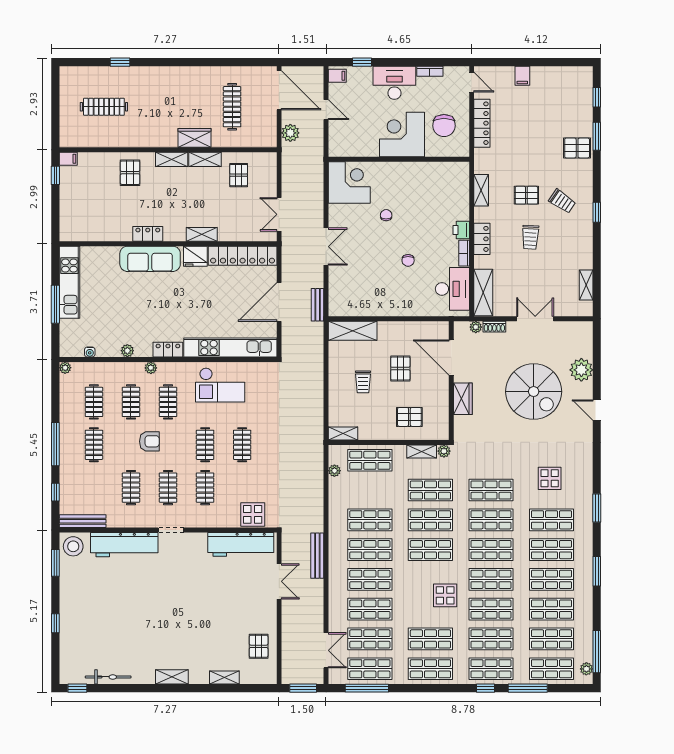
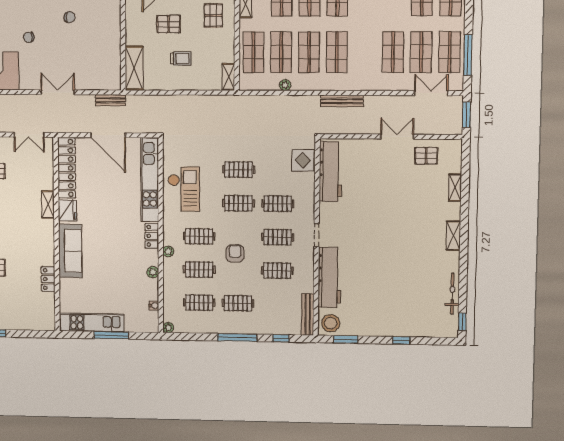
locker: (148, 234) -> (48, 279), moved
plant: (334, 471) -> (285, 85), moved
shop shelf: (370, 579) -> (281, 52), moved
double door: (279, 581) -> (397, 137), moved

